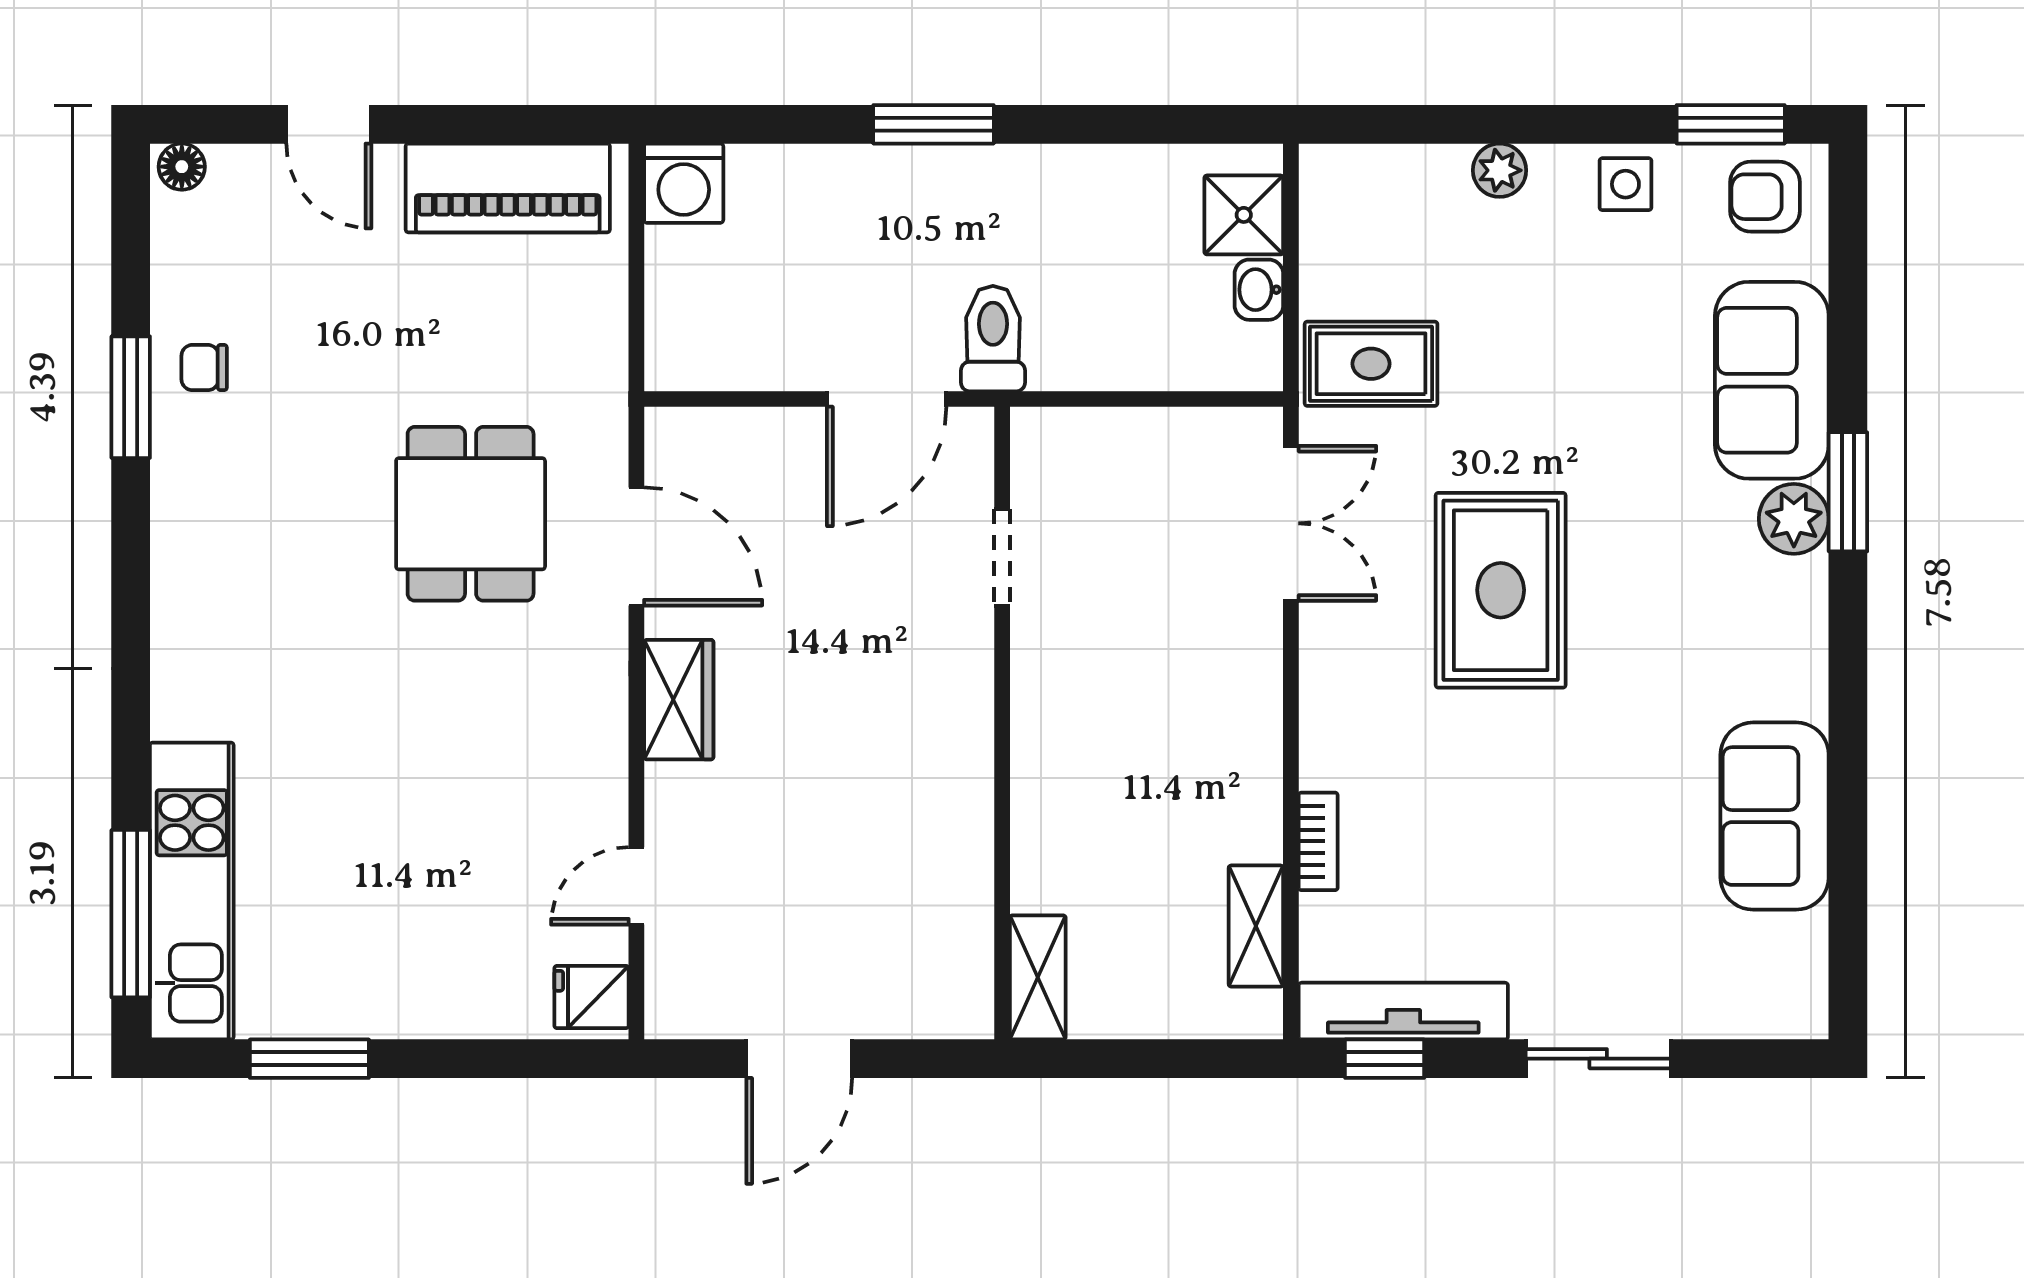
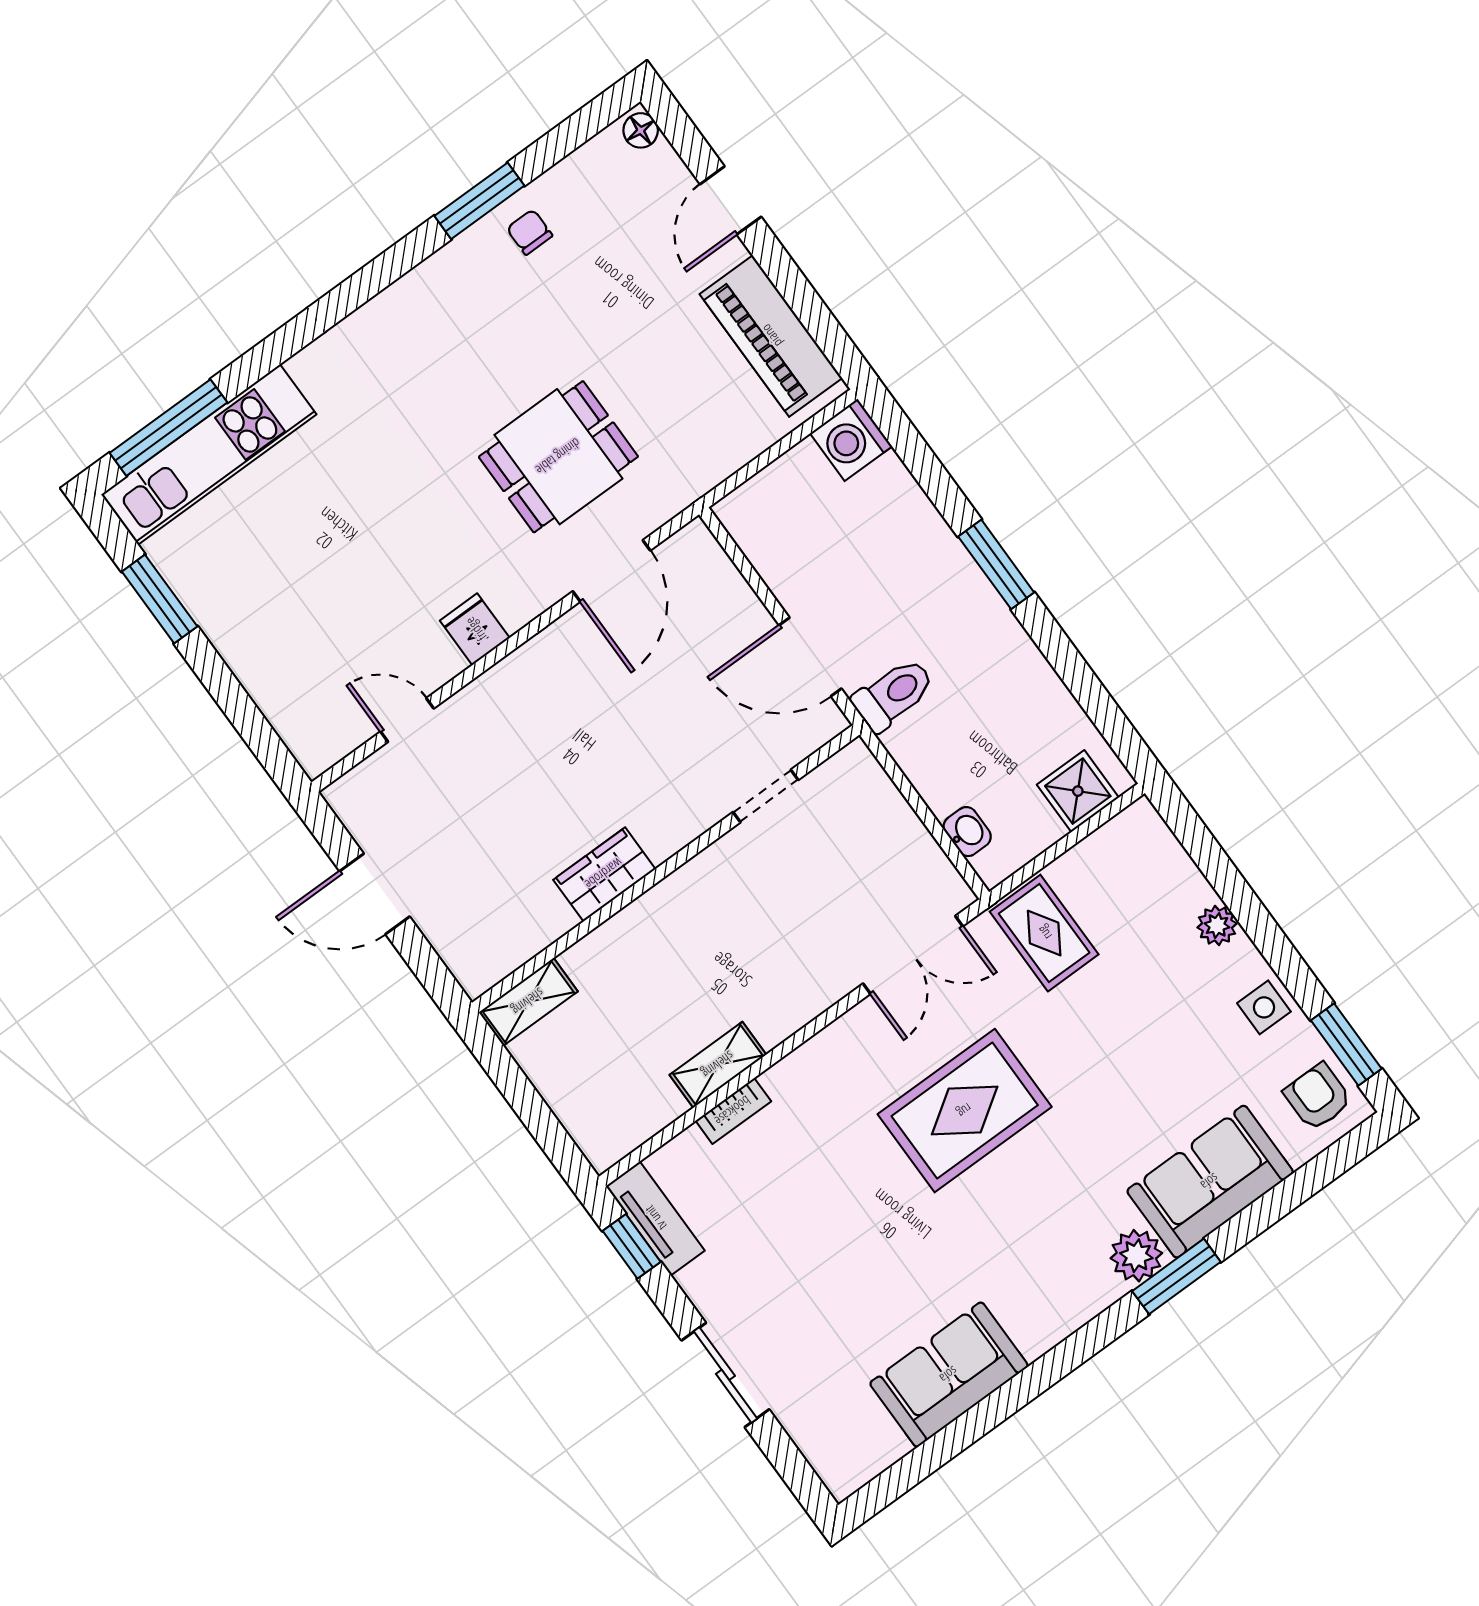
washbasin: (1259, 290) -> (967, 832), moved, turned 90
wardrobe: (679, 700) -> (604, 874), moved, turned 180
shelving: (1256, 926) -> (718, 1065), moved
fridge: (591, 997) -> (475, 629), moved
tv unit: (1403, 1011) -> (655, 1218), width x0.71

